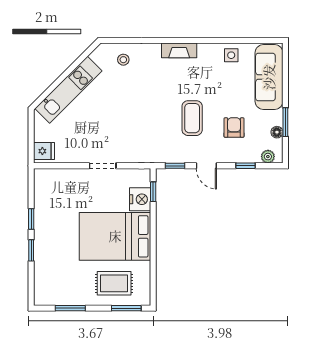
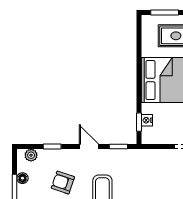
armchair: (234, 128) -> (63, 183), turned 109
nightstand: (140, 199) -> (147, 120), width x0.53, depth x0.56

